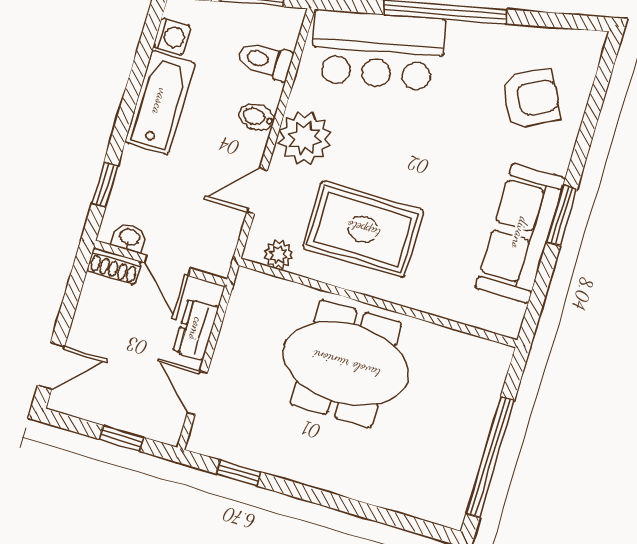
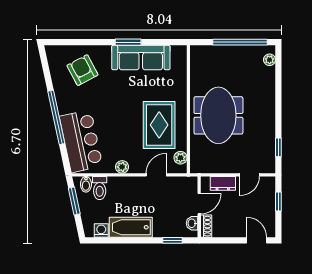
bidet: (257, 117) -> (86, 184), moved
plant: (305, 138) -> (122, 167), width x0.53, depth x0.53
door: (257, 191) -> (156, 175), swing flipped
plant: (433, 510) -> (270, 60), added

